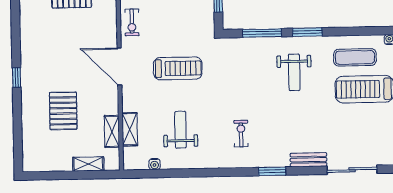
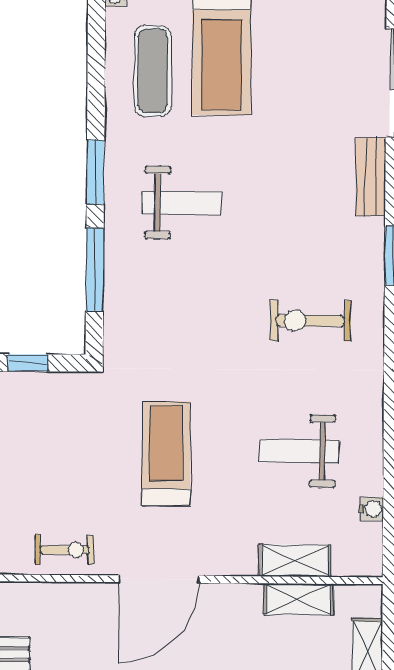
exercise bike: (241, 134) -> (310, 321), width x1.38, depth x1.39

